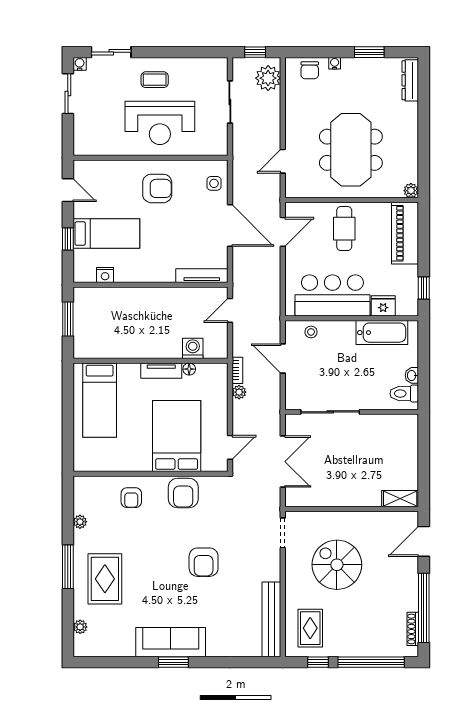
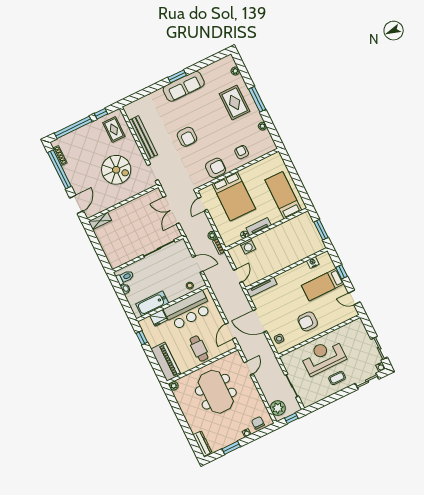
armchair: (183, 493) -> (216, 168), turned 90
armchair: (204, 562) -> (187, 137), turned 180
bench: (271, 619) -> (143, 138), moved

